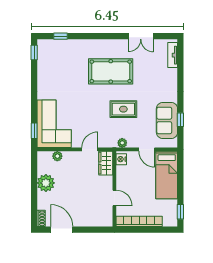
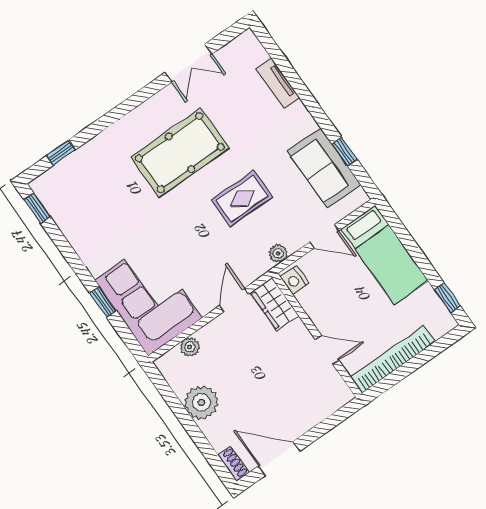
tv unit: (173, 55) -> (278, 83), moved
window: (34, 131) -> (103, 302), moved

